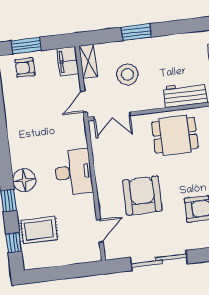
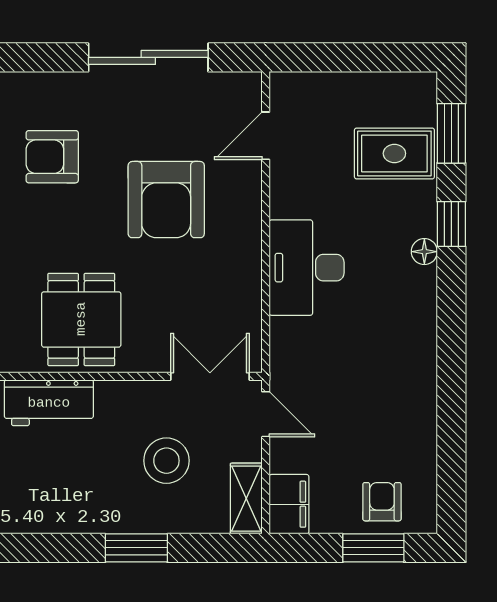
armchair: (25, 68) -> (382, 502), turned -90
door: (84, 102) -> (266, 414), hinge flipped
dining table: (175, 135) -> (81, 319), turned 90
floor lamp: (24, 180) -> (424, 252), width x0.53, depth x0.53
window: (14, 243) -> (451, 133), width x1.50

